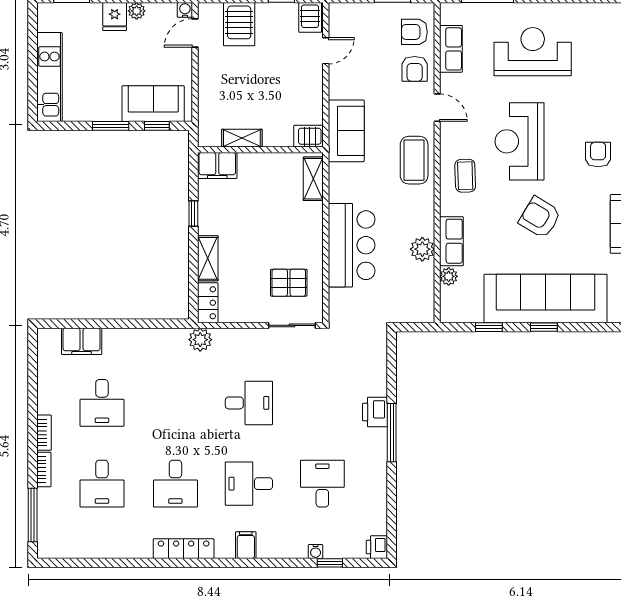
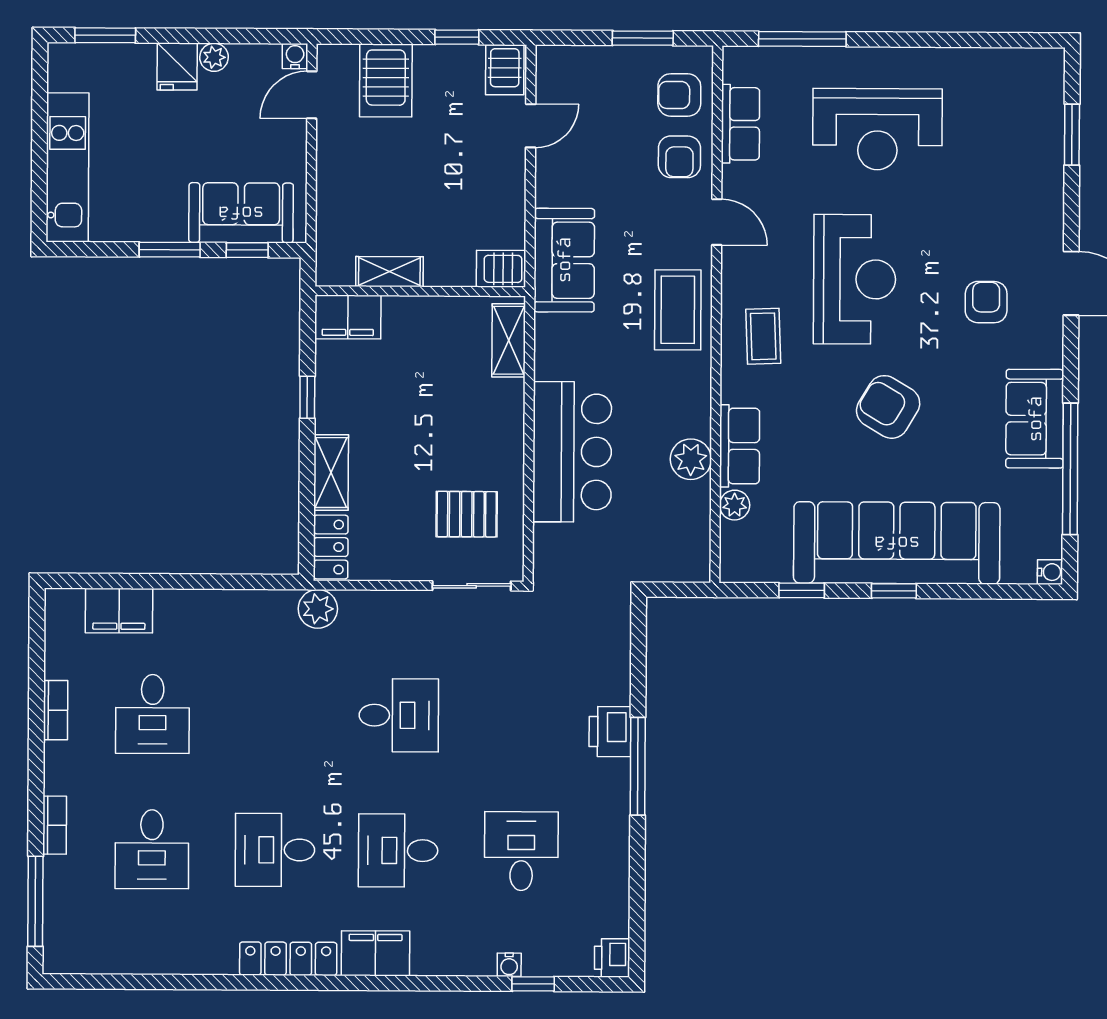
reception desk: (533, 52) -> (877, 129), turned 180
reception desk: (519, 141) -> (854, 279), turned 180
bookcase: (44, 433) -> (56, 710), moved
desk: (175, 484) -> (275, 850), turned 90
filing cabinet: (246, 545) -> (375, 953), width x2.00

